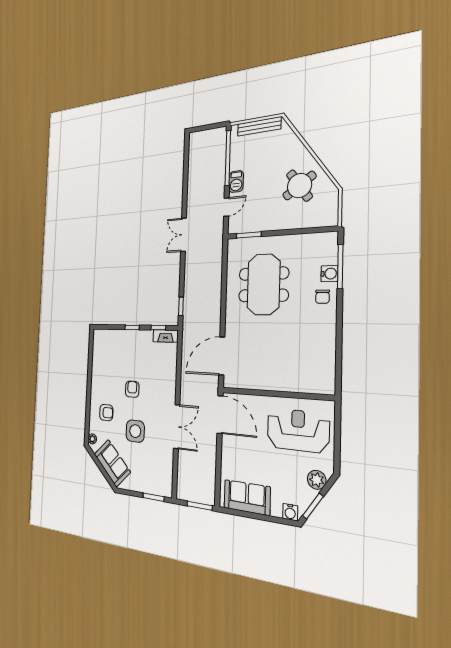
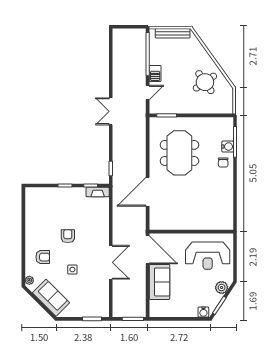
door: (222, 356) -> (148, 192), moved
reception desk: (298, 430) -> (208, 256), turned 180
side table: (135, 431) -> (72, 270), width x0.54, depth x0.54
sofa: (247, 497) -> (159, 282), moved, turned 90

